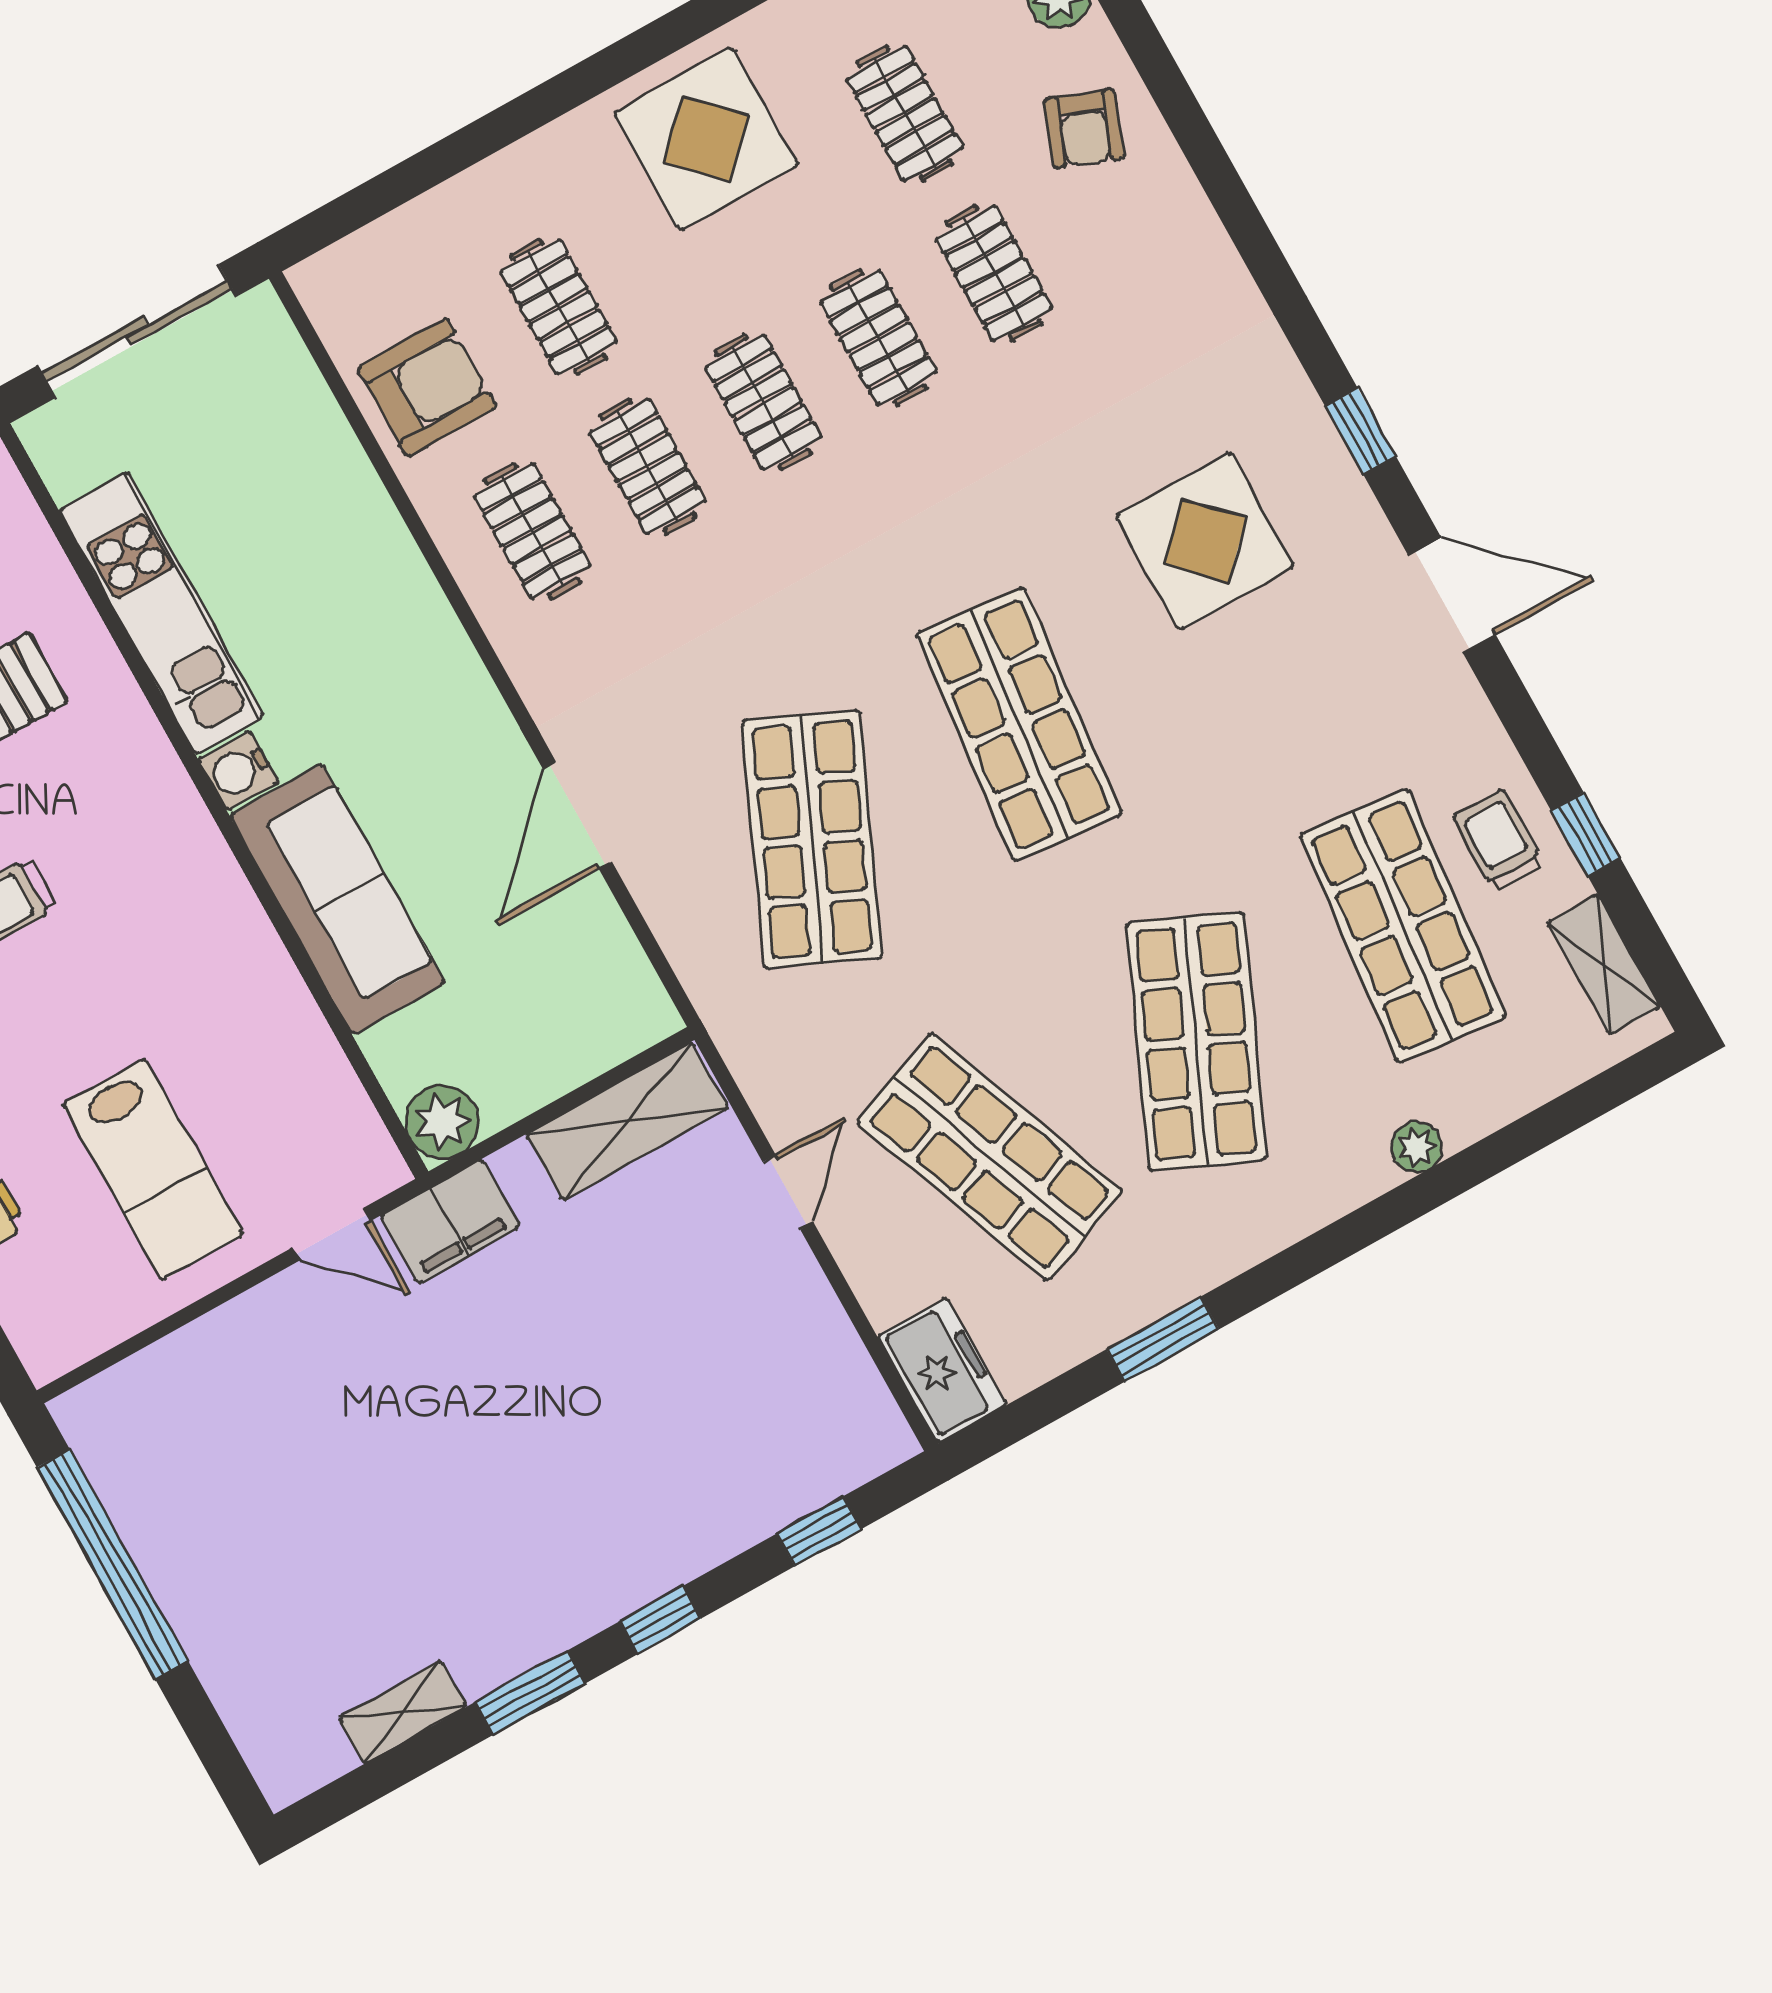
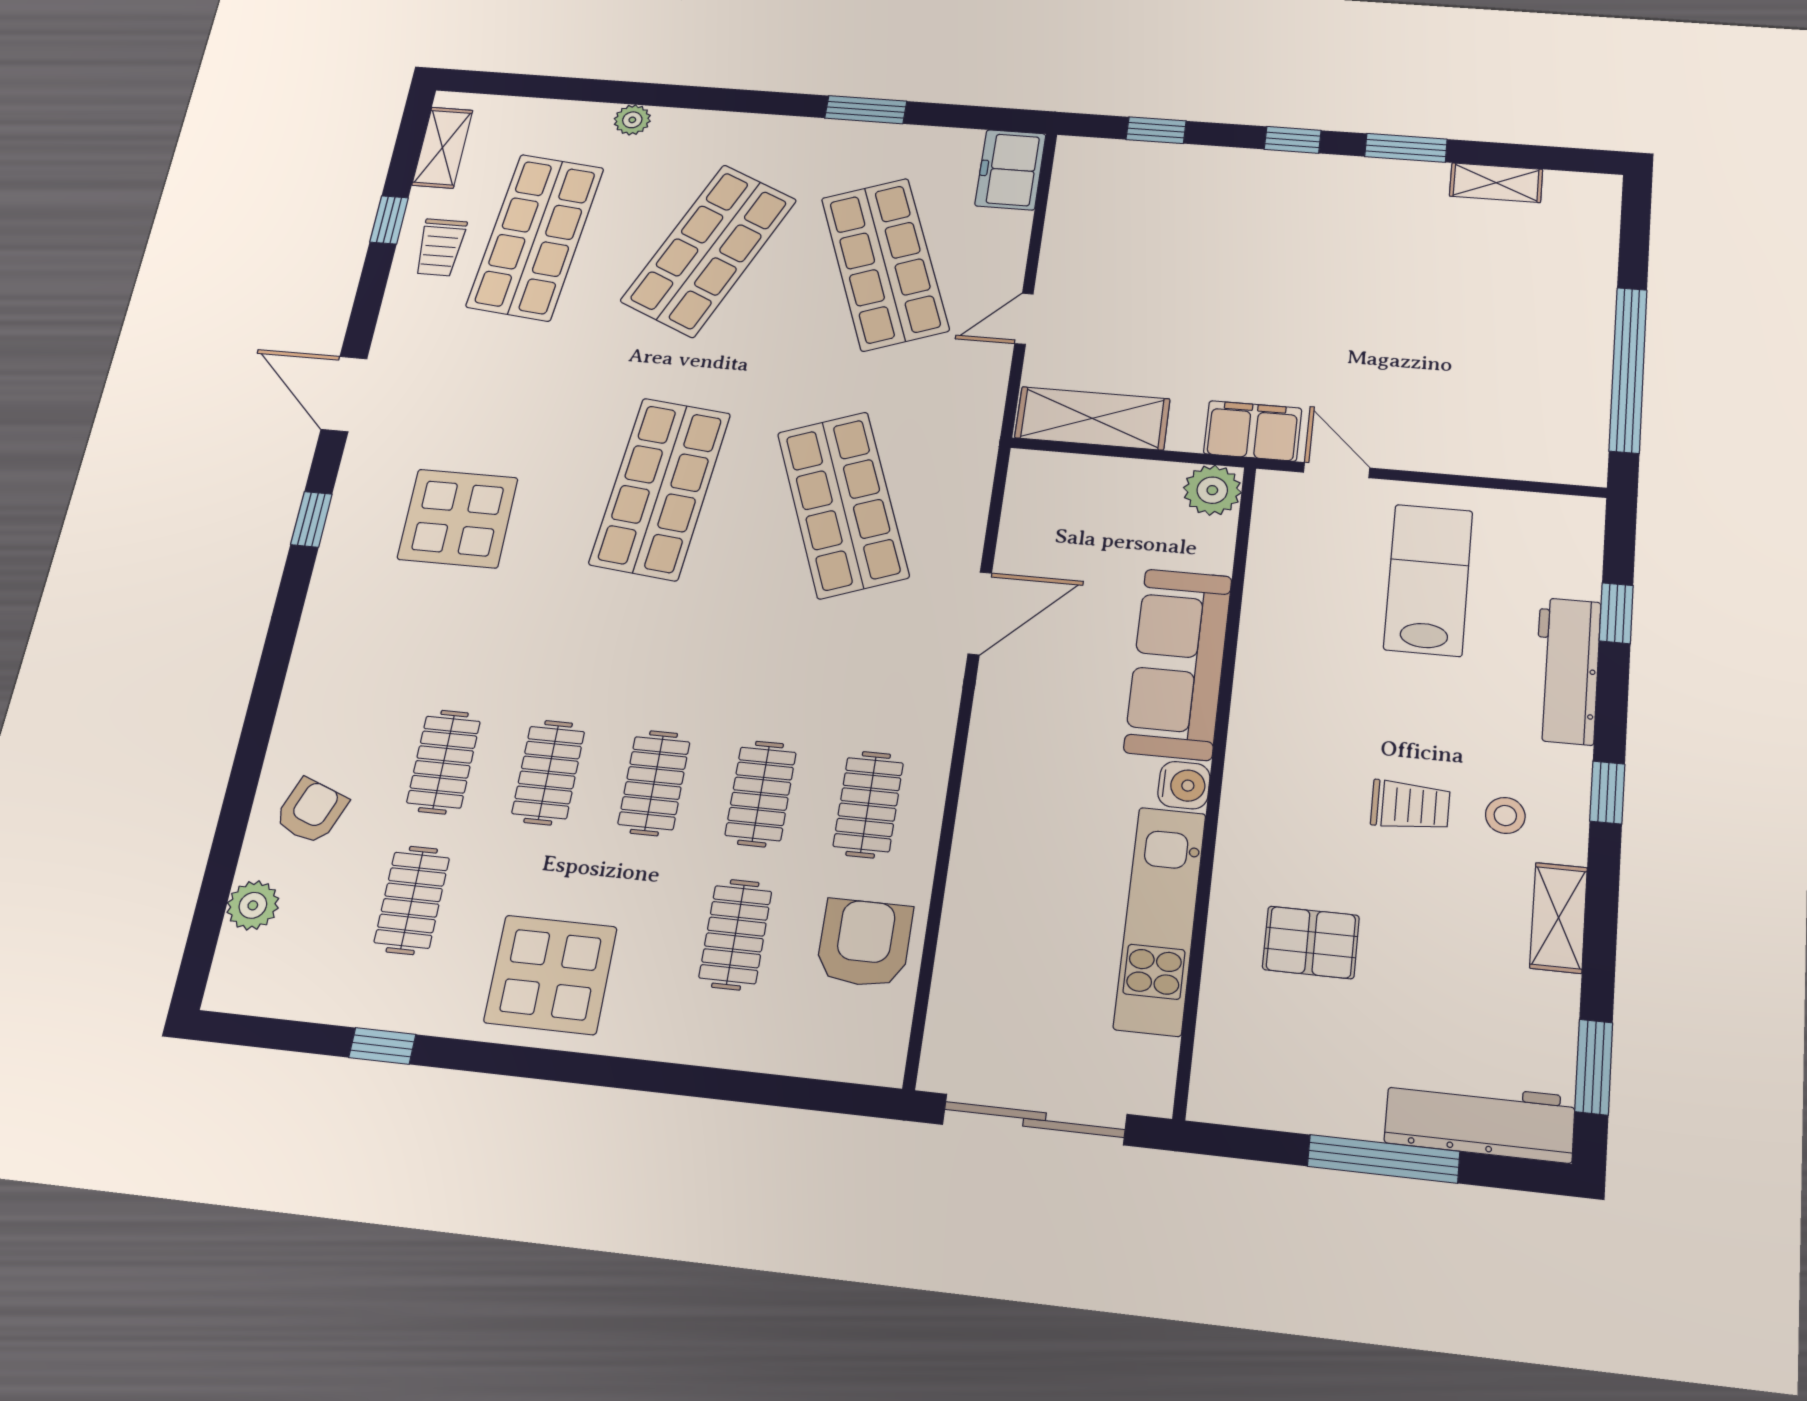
armchair: (427, 388) -> (864, 943), turned 90
shop shelf: (812, 839) -> (843, 505), turned -45

